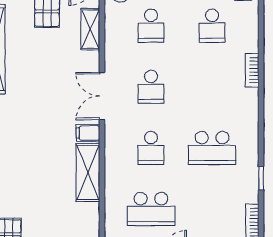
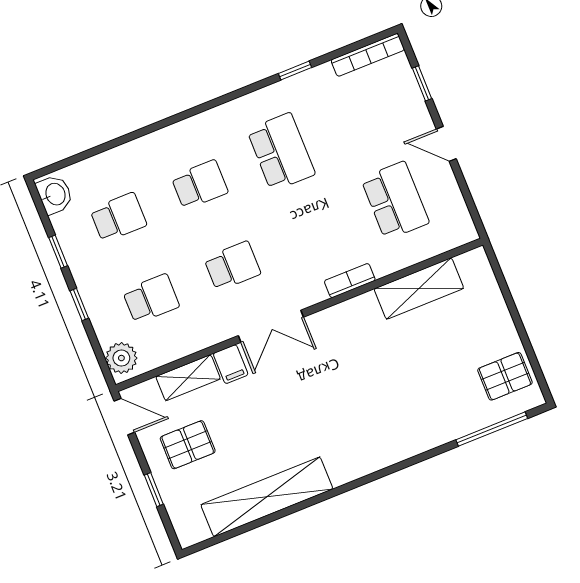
bookcase: (252, 70) -> (350, 281), moved, turned 180
filing cabinet: (88, 133) -> (231, 364), moved
school desk: (151, 148) -> (200, 185), moved
shelving: (88, 173) -> (419, 289), moved

